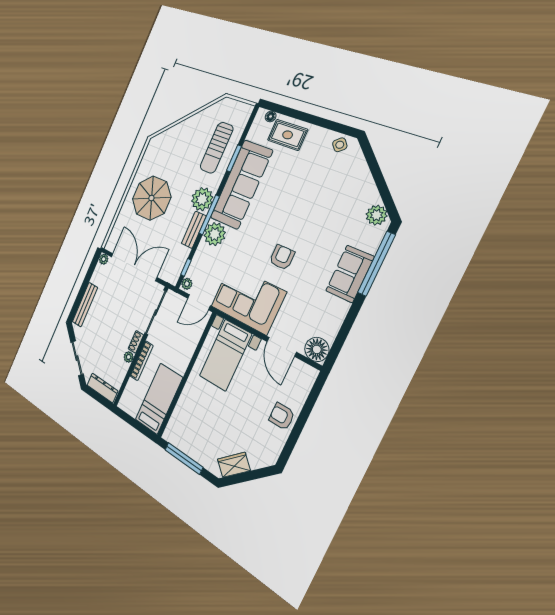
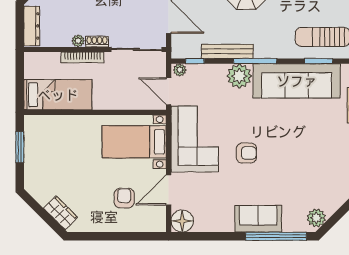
plant: (202, 199) -> (267, 46), removed
bench: (194, 230) -> (227, 51), width x1.36
armchair: (282, 416) -> (124, 198), moved
window: (184, 458) -> (20, 147), width x0.69
wardrobe: (234, 465) -> (61, 213), moved

